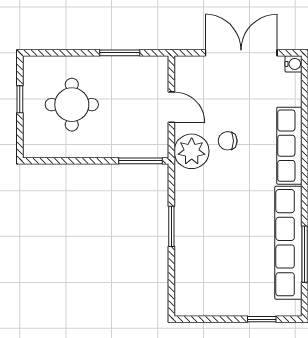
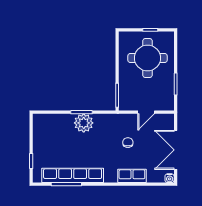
double door: (241, 53) -> (176, 150), swing flipped
round table: (72, 105) -> (147, 58), width x1.36, depth x1.36
row of seats: (289, 146) -> (132, 176), width x0.68
plant: (192, 151) -> (84, 123), moved

